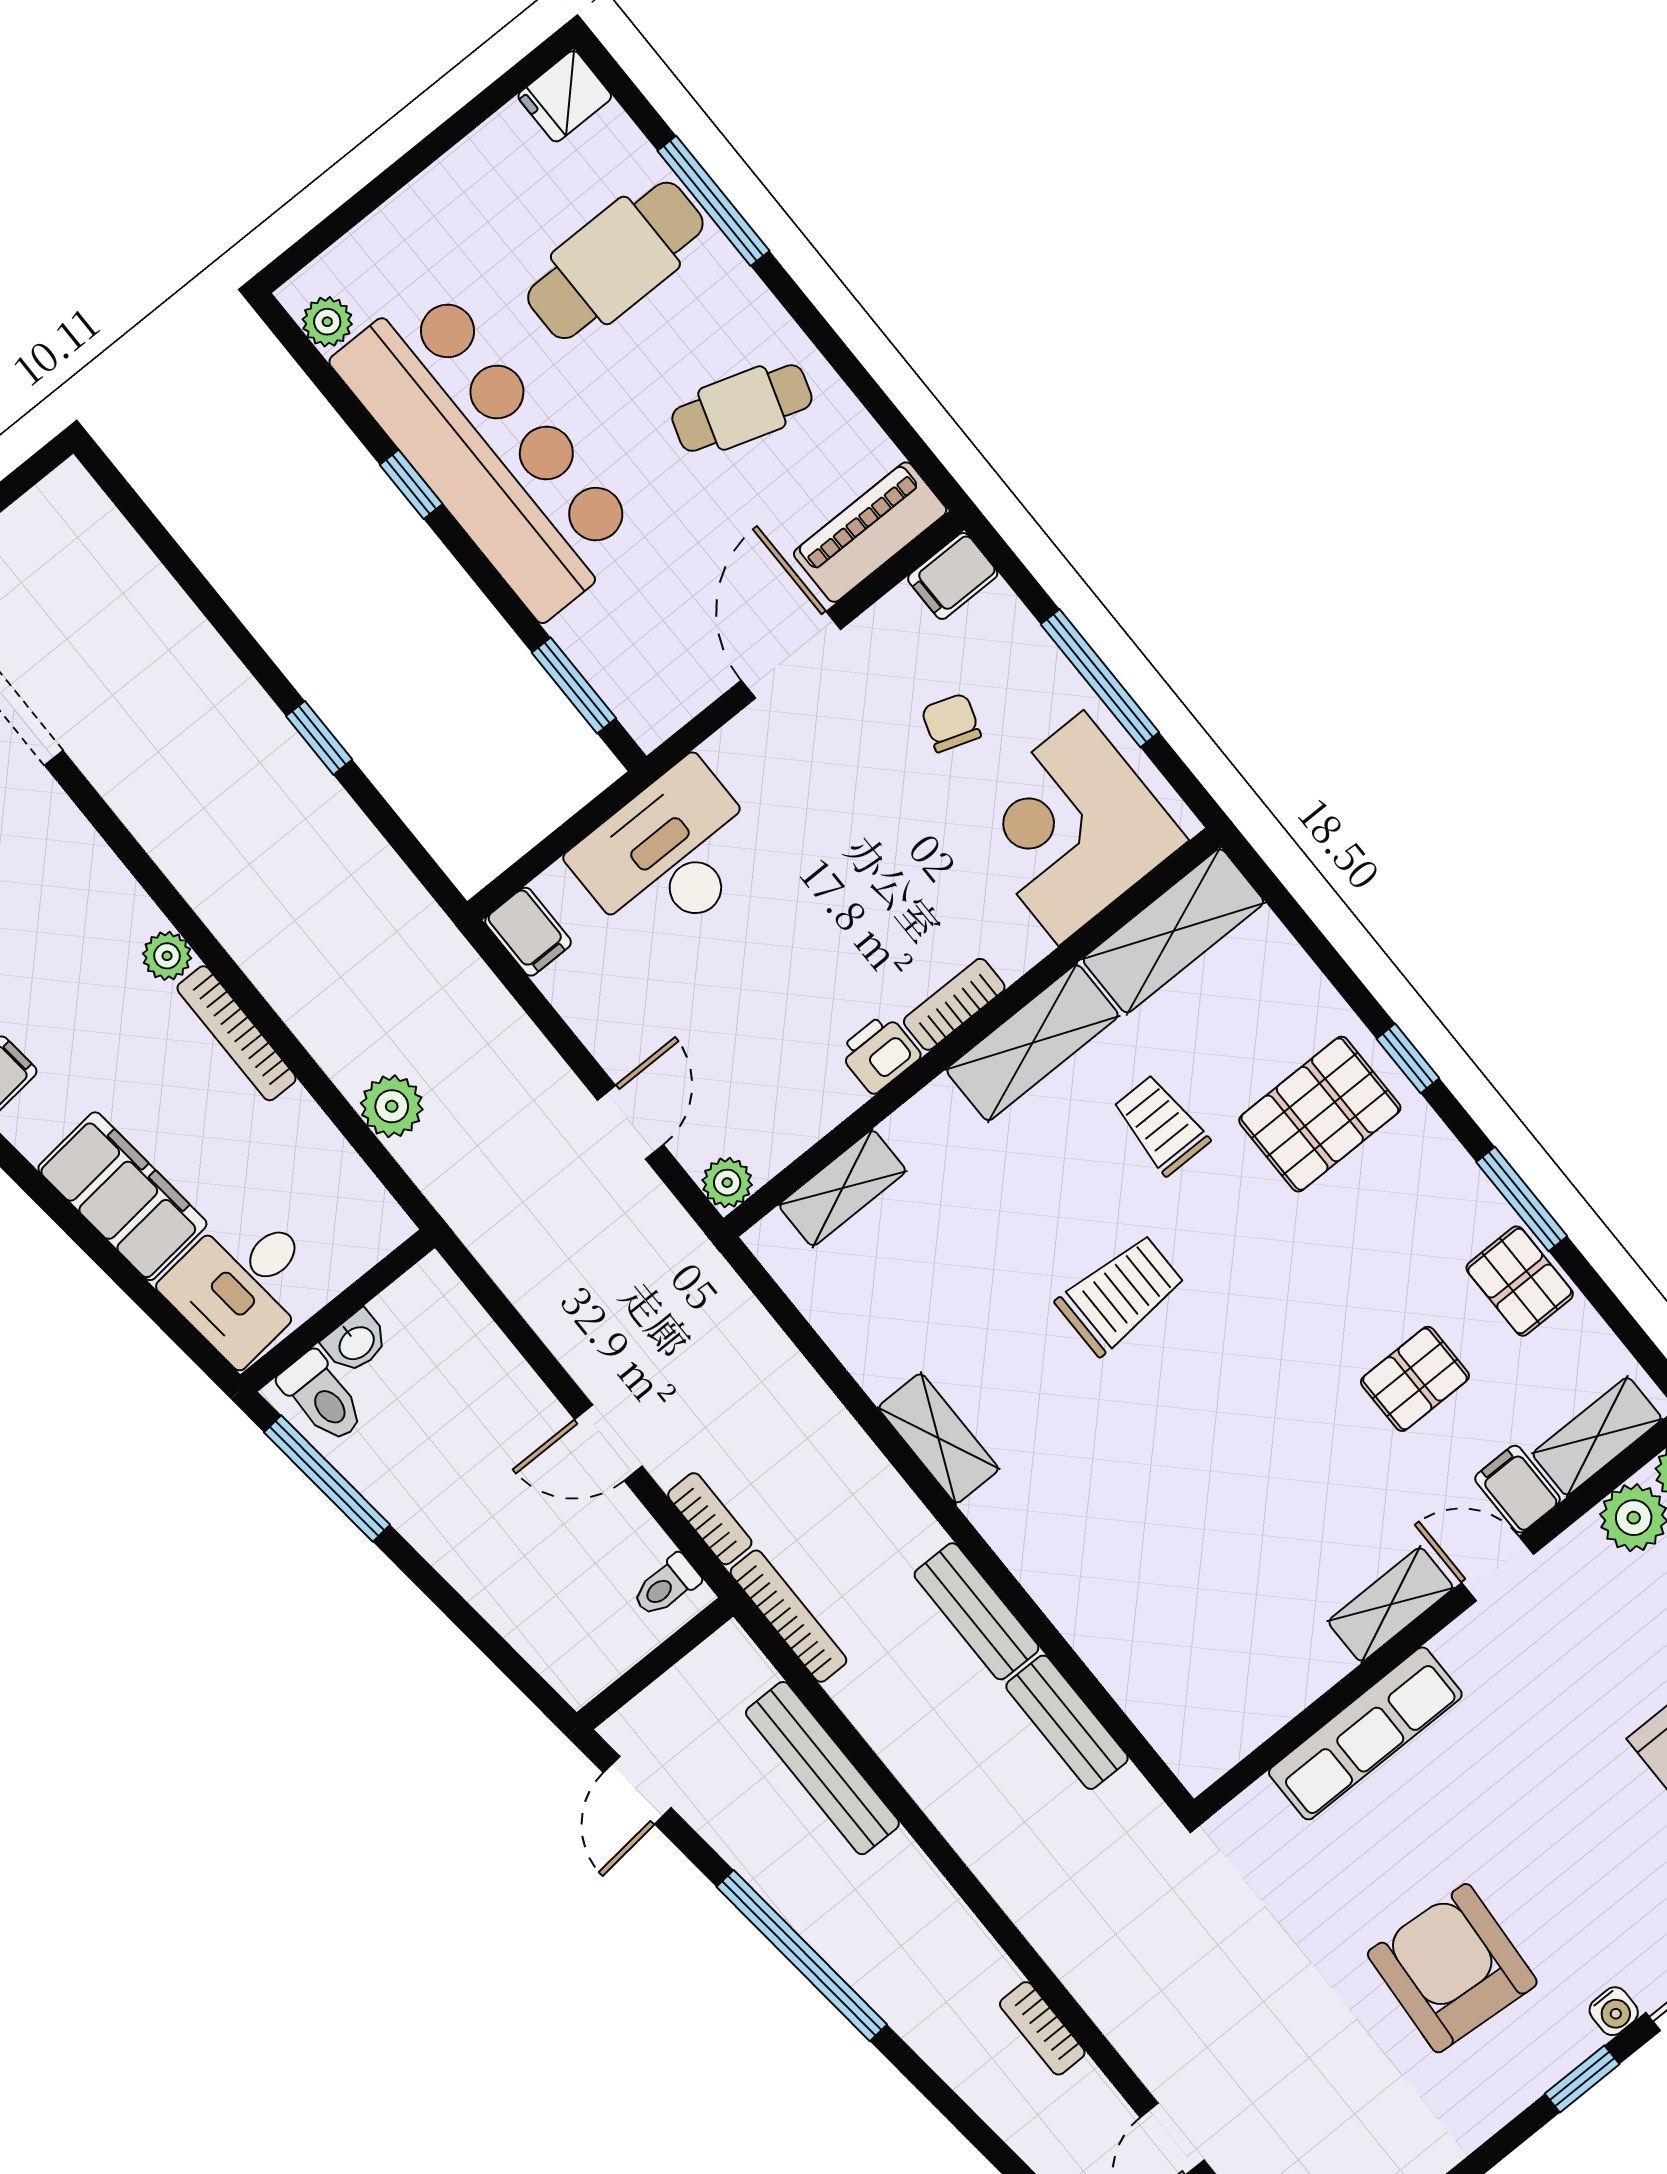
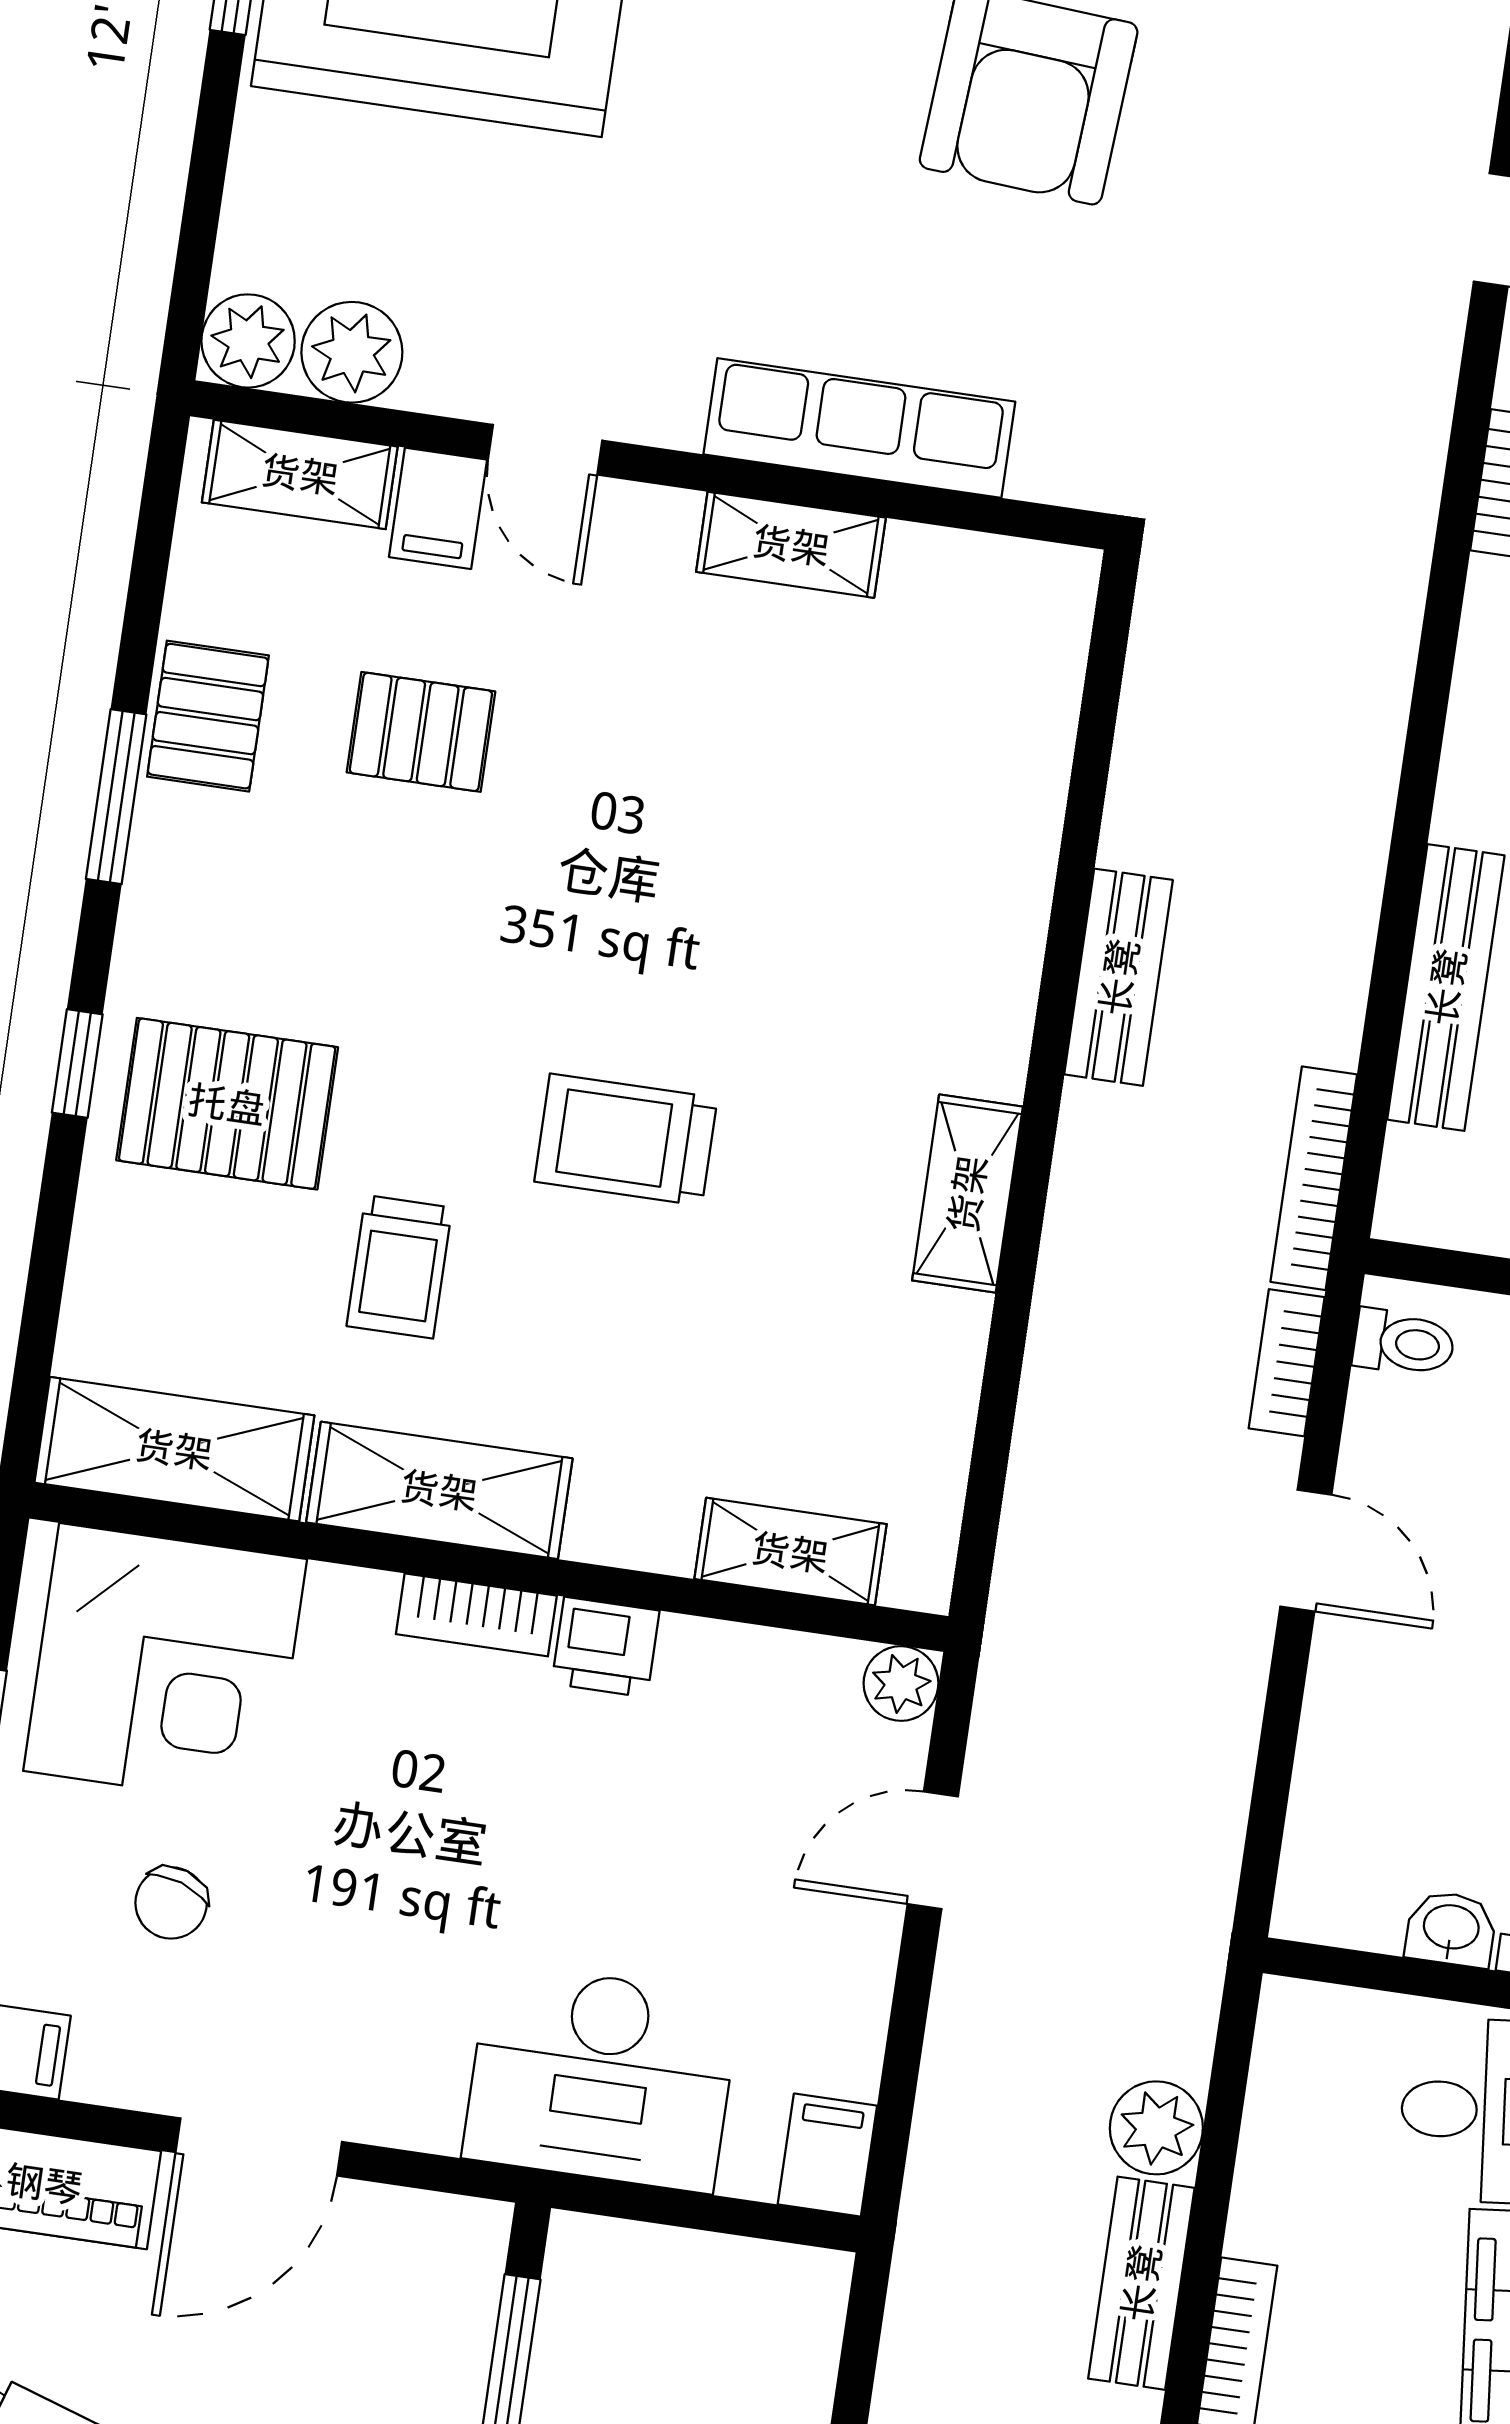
shelving: (1391, 1605) -> (791, 545), moved
bench: (1067, 1722) -> (1141, 2283), moved

